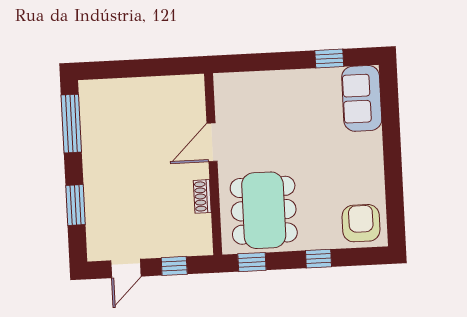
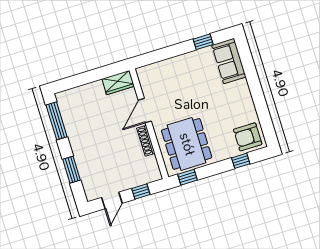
wardrobe: (182, 88) -> (118, 83), added
shoe rack: (202, 196) -> (146, 141), width x1.43
armchair: (361, 223) -> (248, 137), turned -90
window: (318, 259) -> (241, 161), moved

